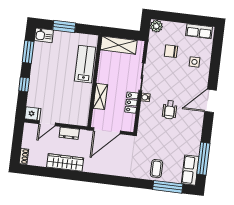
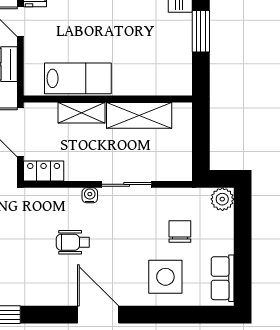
shelving: (119, 45) -> (139, 115), moved, turned 90
side table: (194, 62) -> (165, 277), width x1.87, depth x1.87
lab bench: (85, 64) -> (78, 78), moved
locker: (132, 103) -> (44, 171), moved

